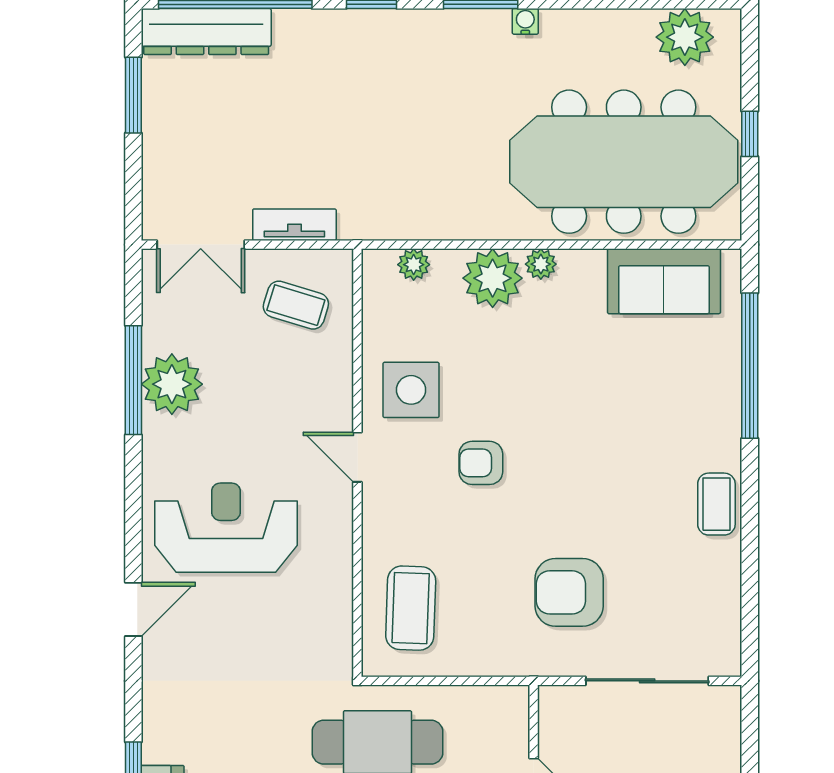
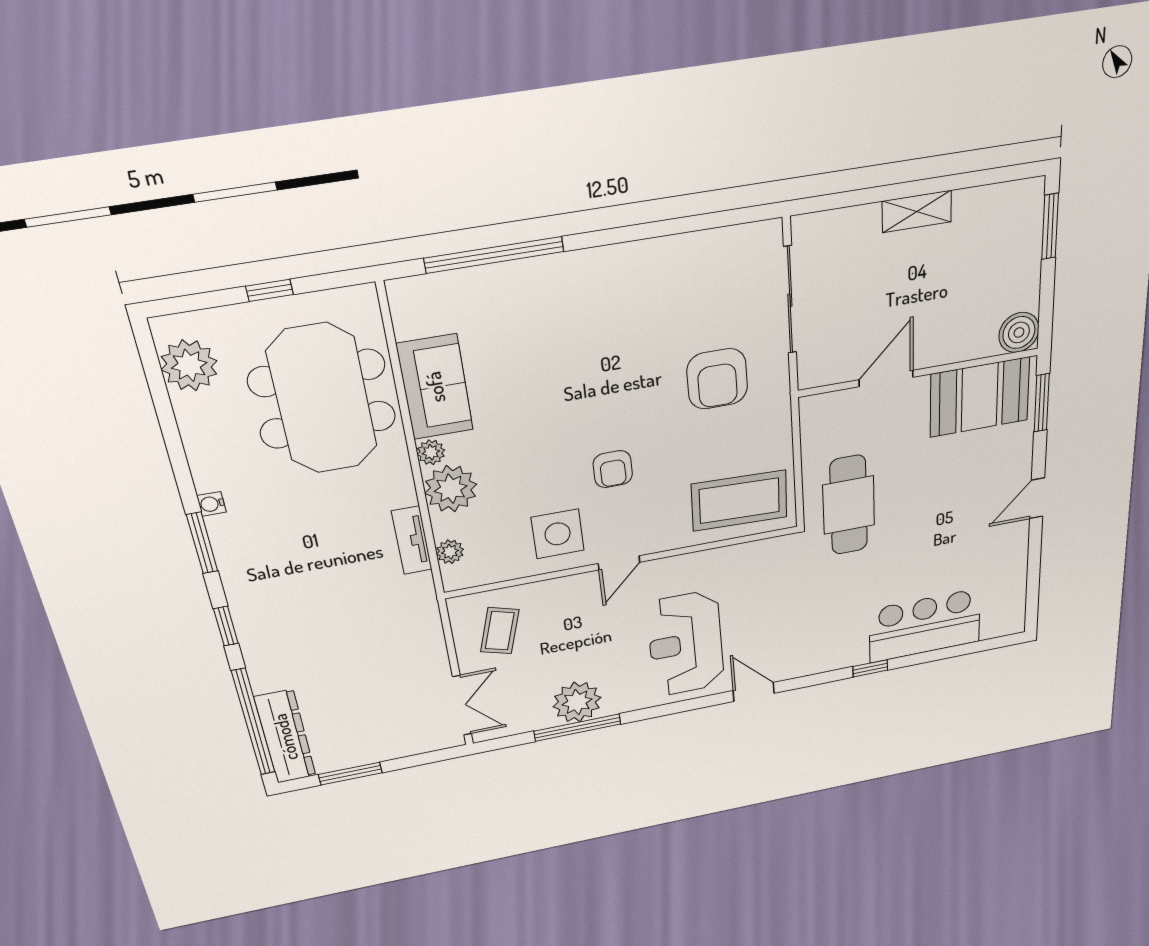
meeting table: (624, 162) -> (322, 399), width x0.73
tv unit: (294, 225) -> (412, 540), moved
sofa: (664, 281) -> (435, 387), moved
coffee table: (716, 504) -> (627, 265), removed
coffee table: (411, 608) -> (739, 501), width x1.36, depth x1.32

